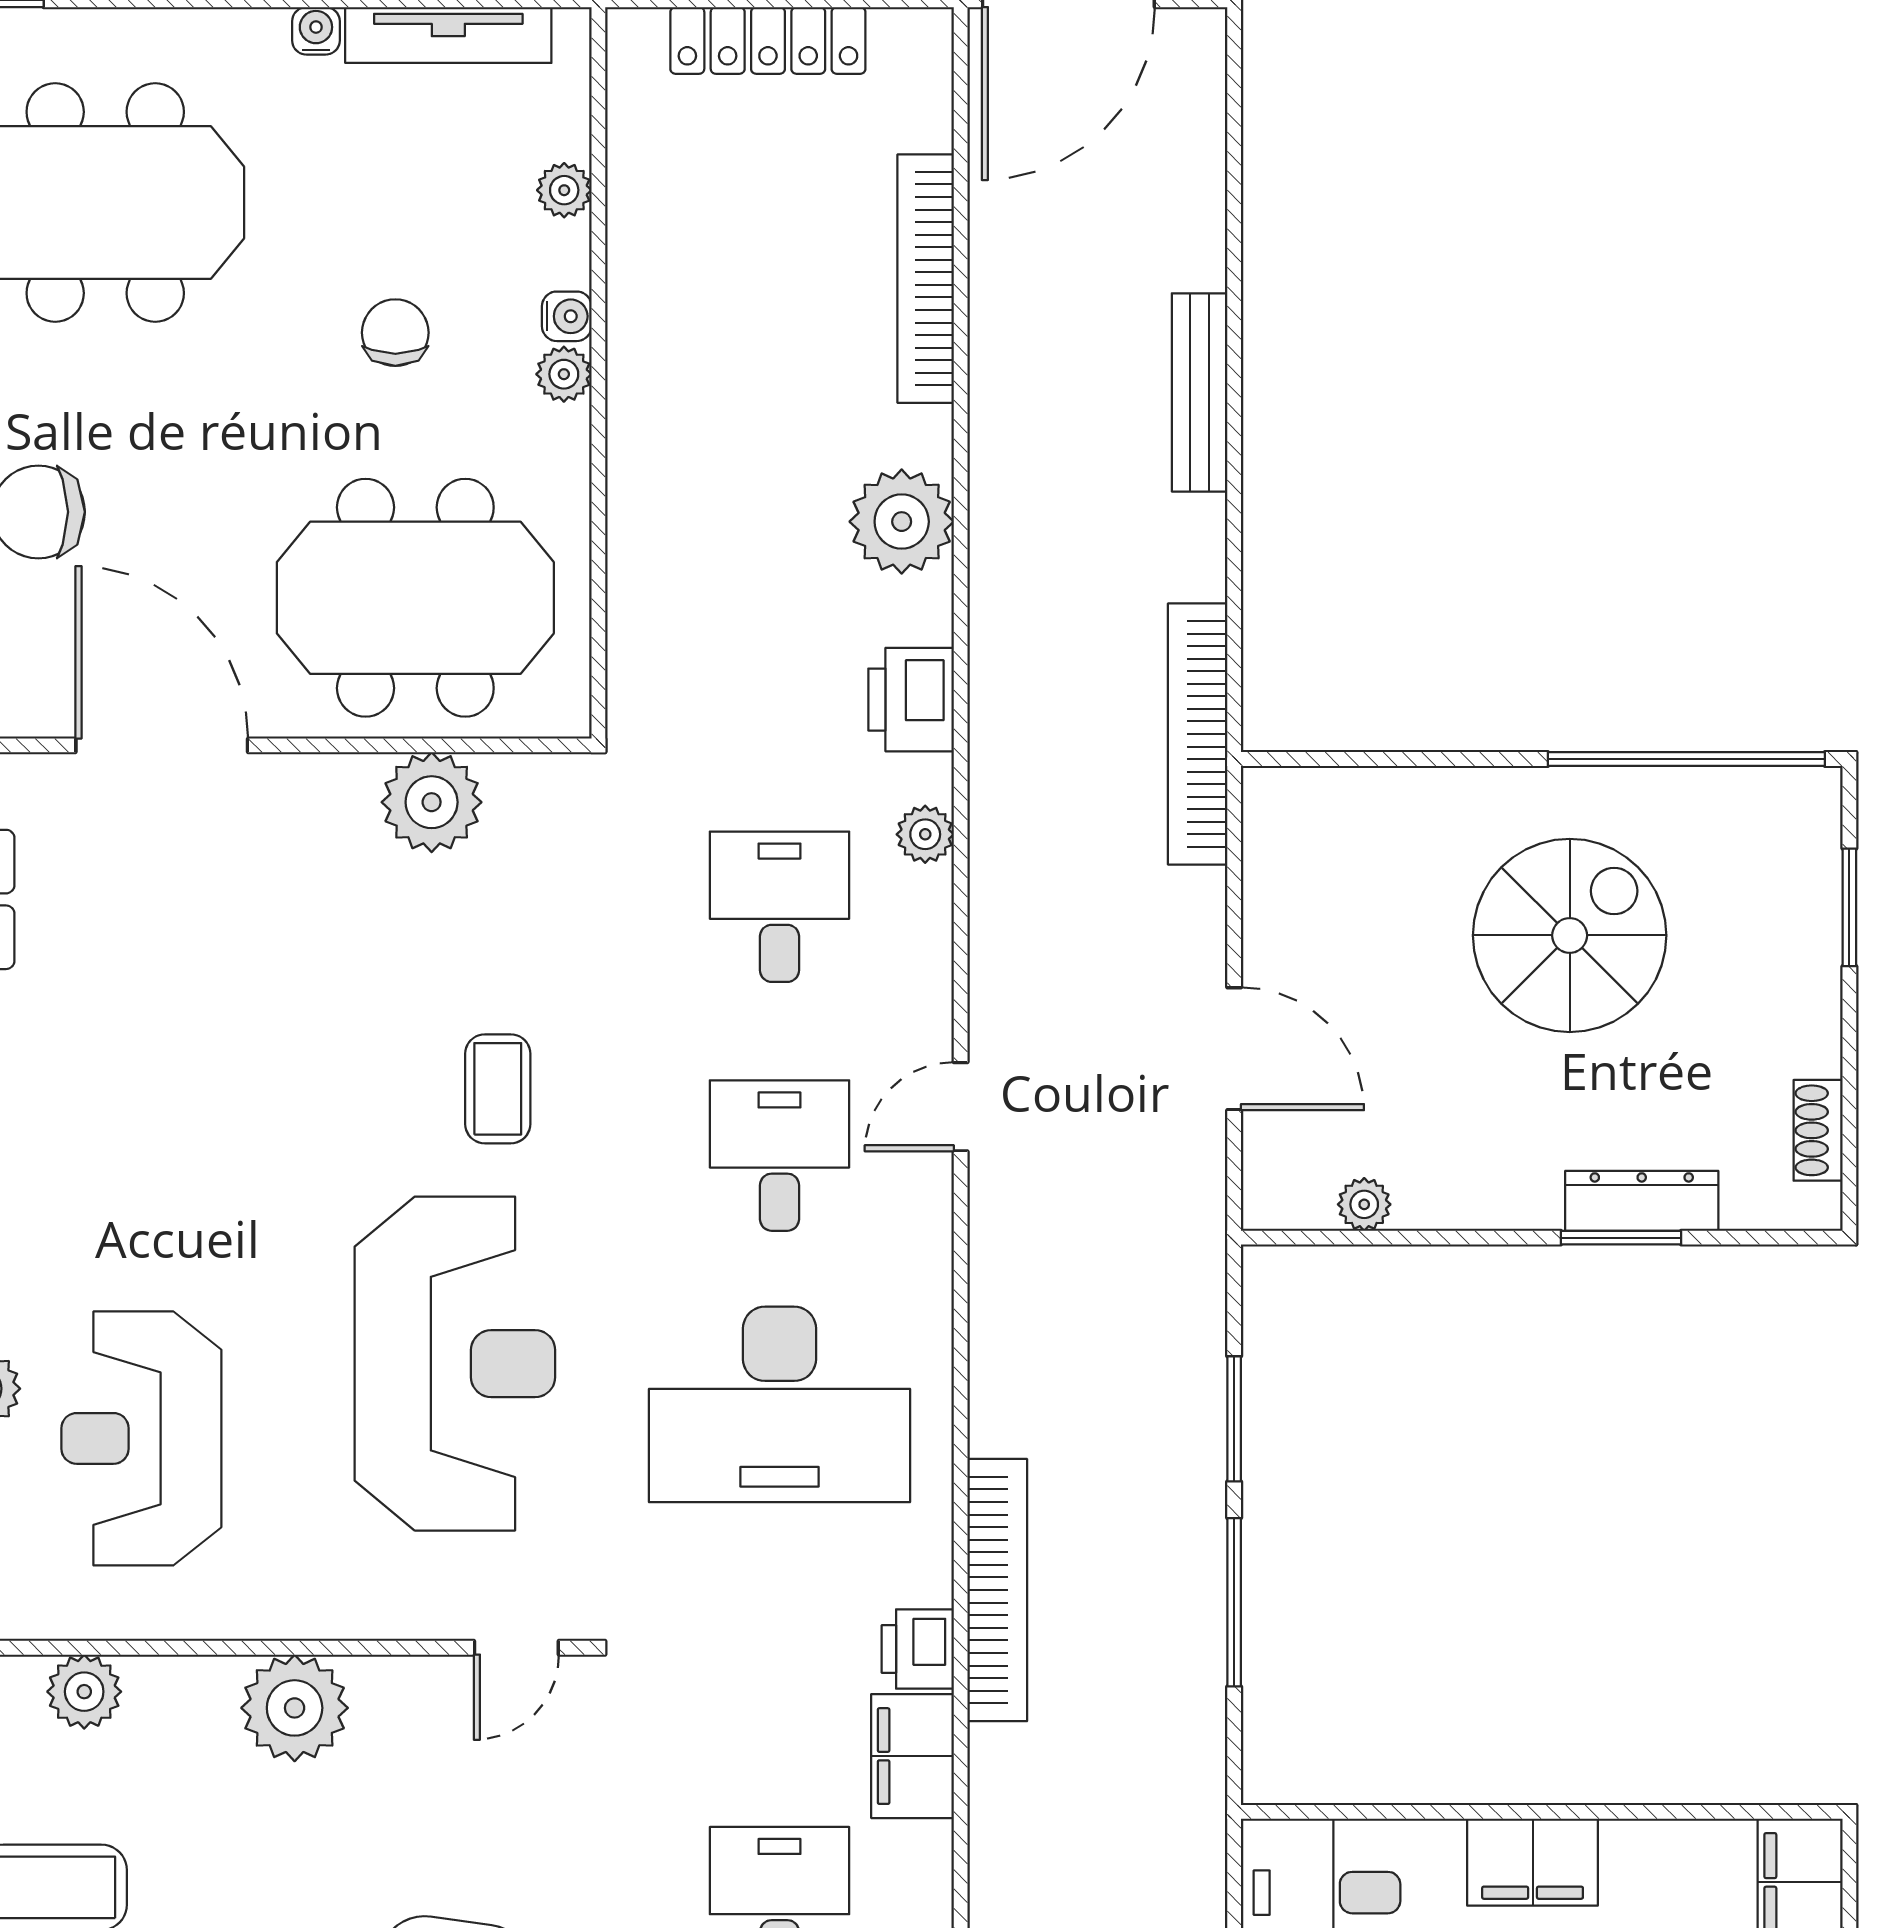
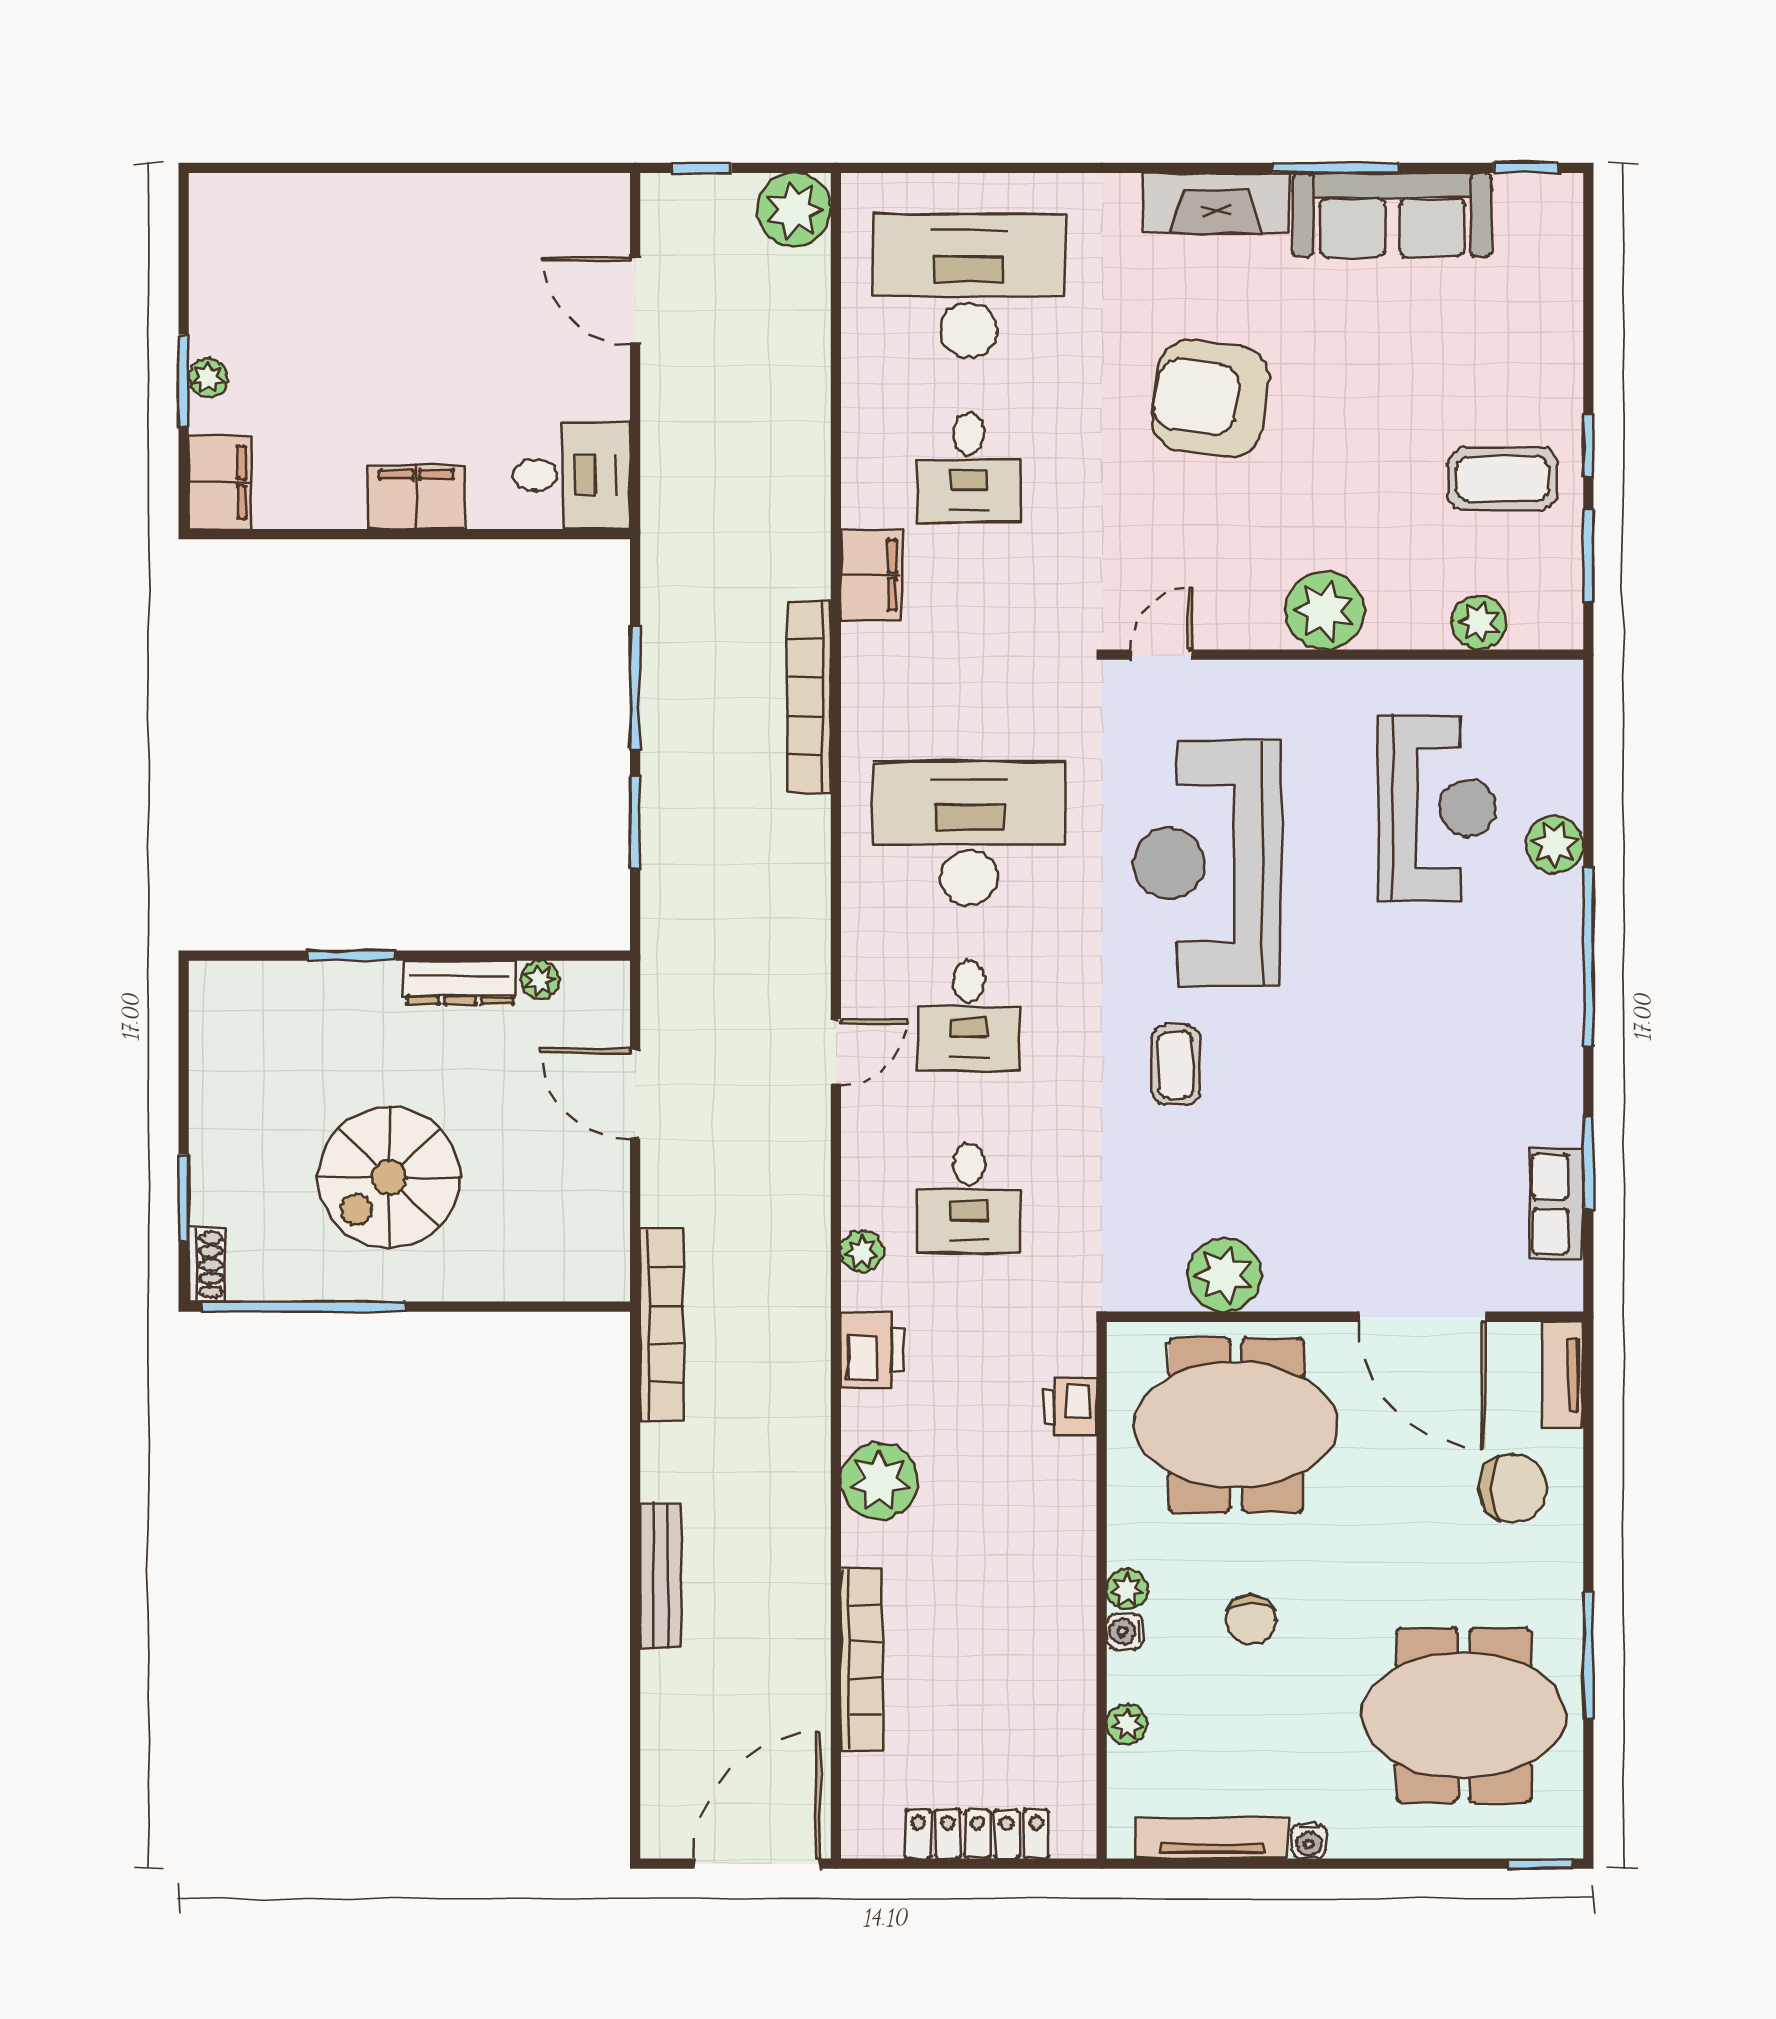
shoe rack: (1818, 1130) -> (207, 1265), moved
dresser: (1642, 1201) -> (460, 983), moved
printer: (918, 1649) -> (1070, 1407), moved, turned 180

